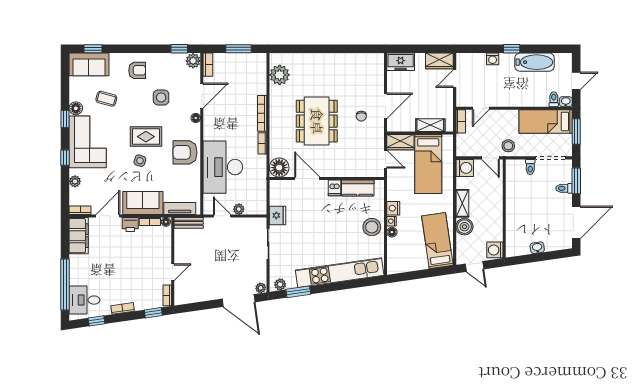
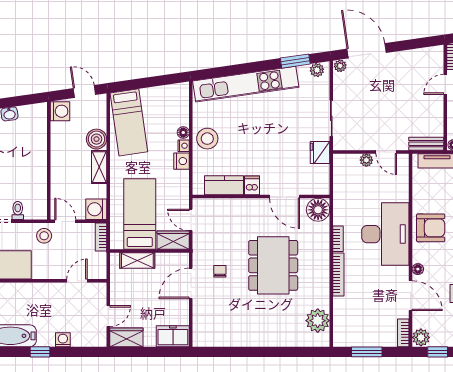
door: (202, 96) -> (411, 296), swing flipped
bookcase: (461, 121) -> (101, 237), moved
desk: (223, 167) -> (385, 234), moved

